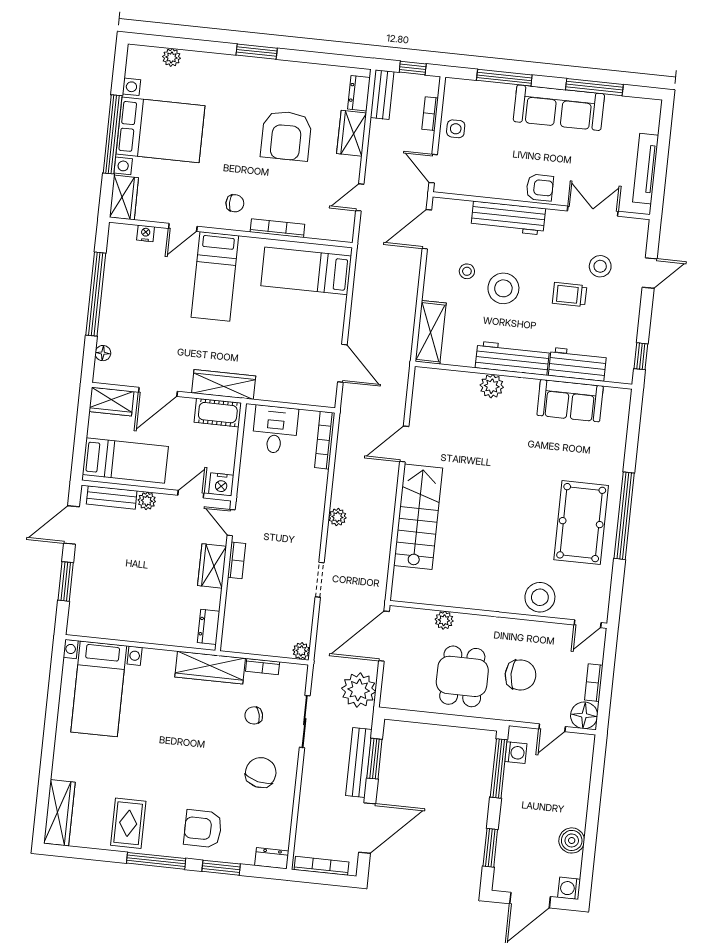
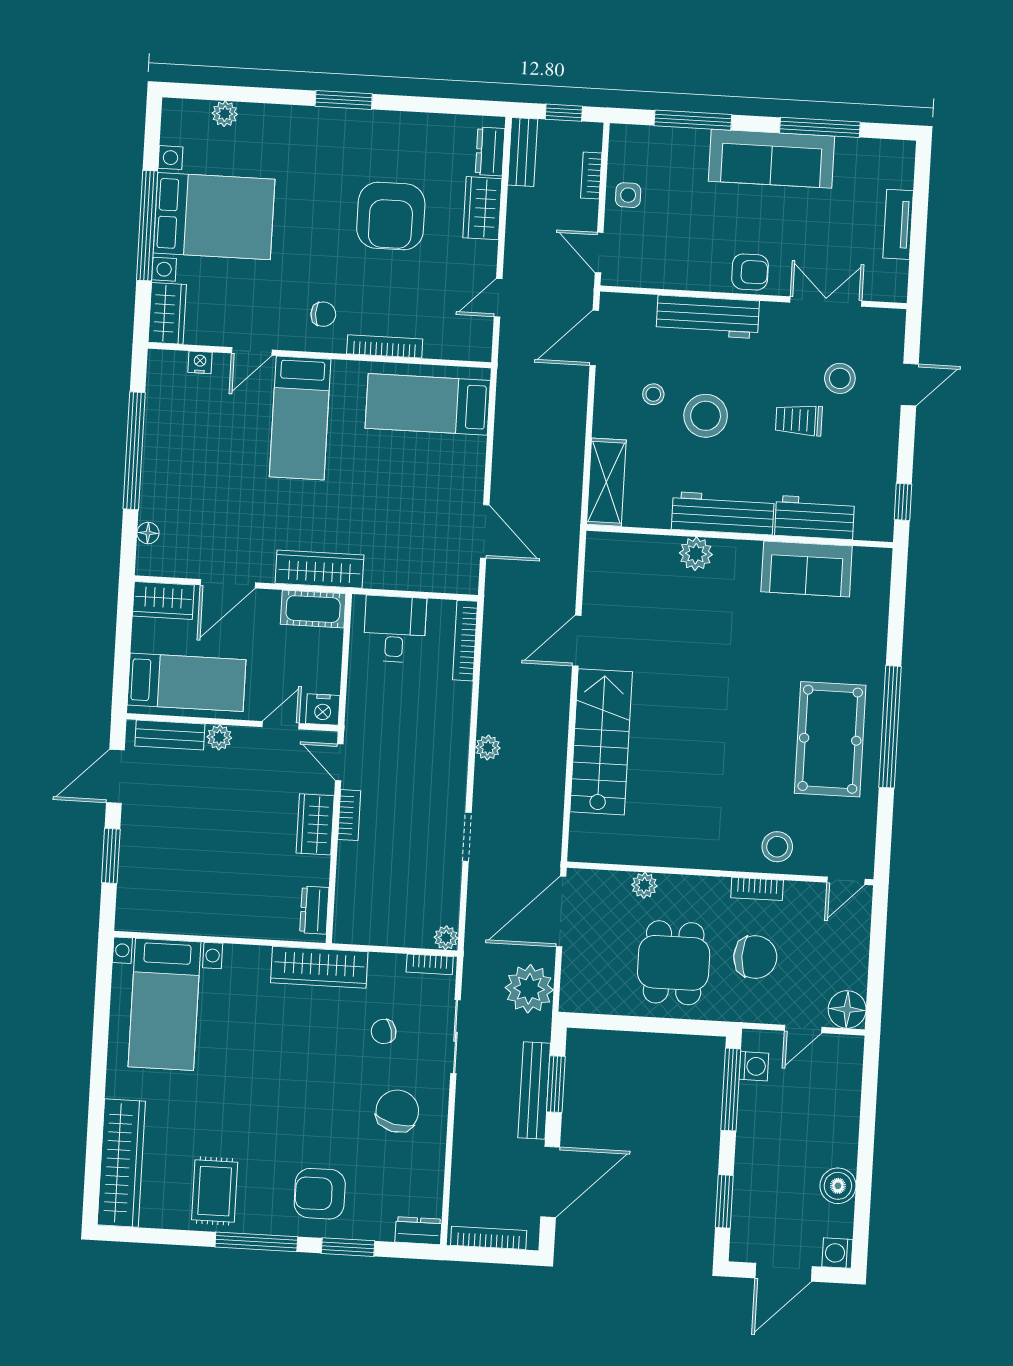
tv unit: (646, 169) -> (898, 224), width x0.71
stool: (540, 597) -> (777, 847), width x0.73, depth x0.73
bookcase: (263, 667) -> (430, 964), moved
bookcase: (594, 683) -> (757, 889), moved, turned -90
wardrobe: (59, 813) -> (121, 1163), width x1.40, depth x1.17

